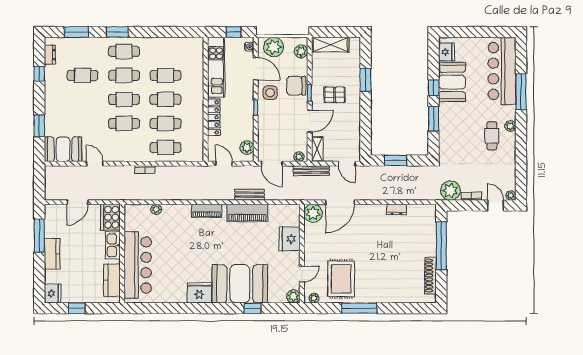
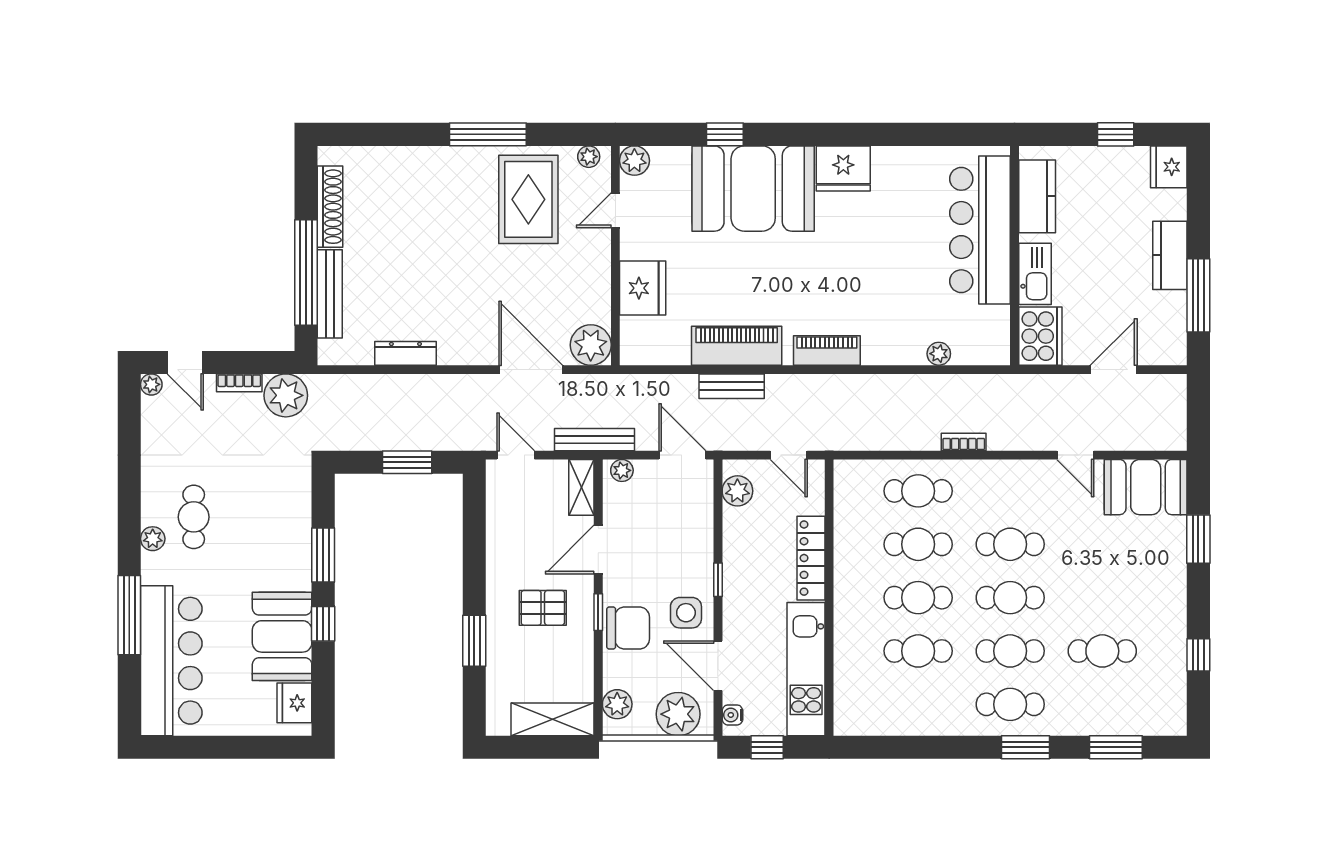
dresser: (50, 55) -> (1175, 697), removed
door: (340, 202) -> (531, 370), hinge flipped
dresser: (396, 210) -> (405, 353), width x1.44
bench: (431, 236) -> (330, 294), added

